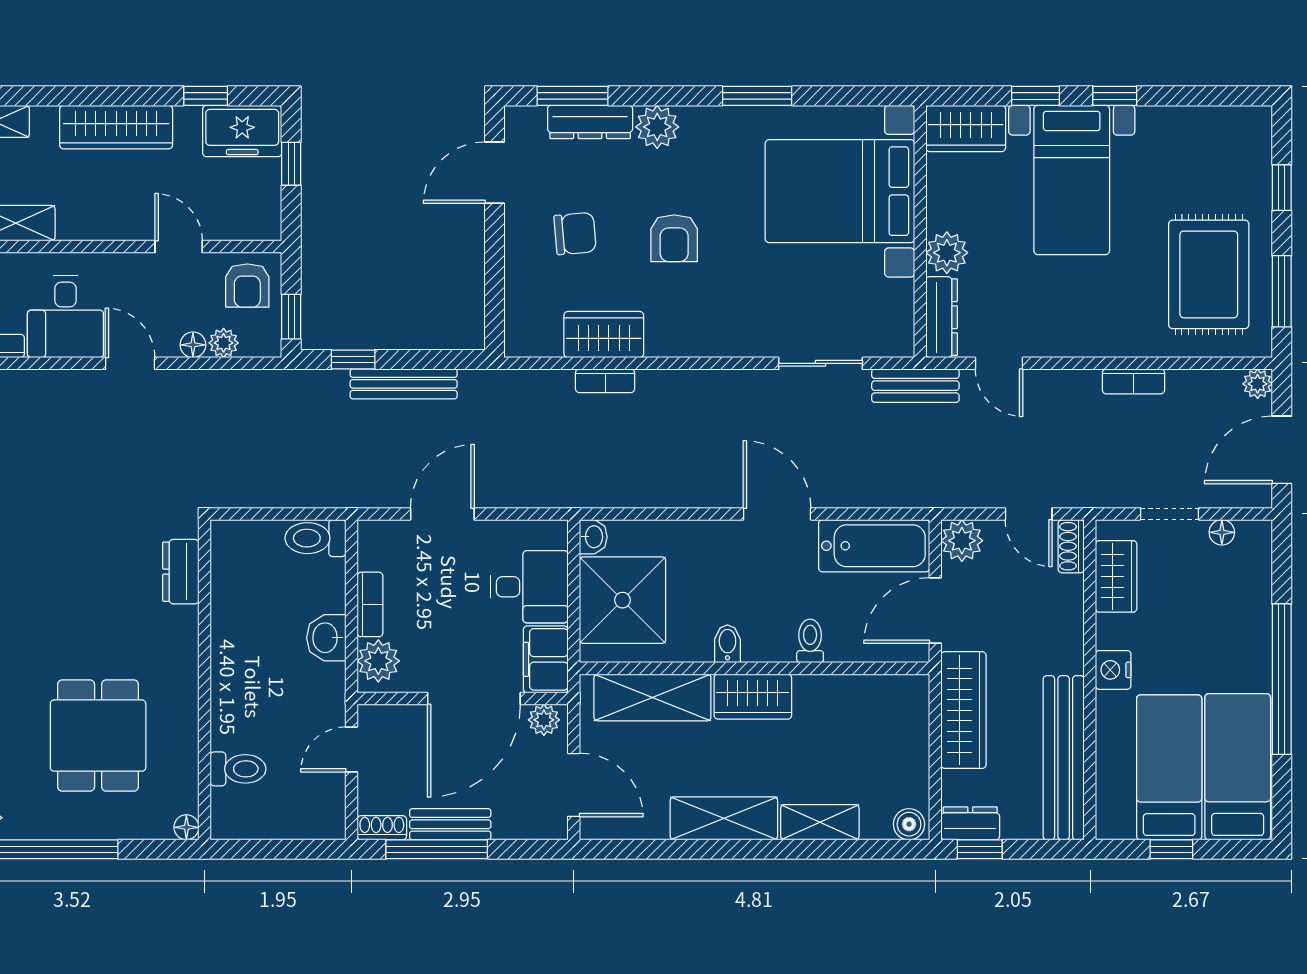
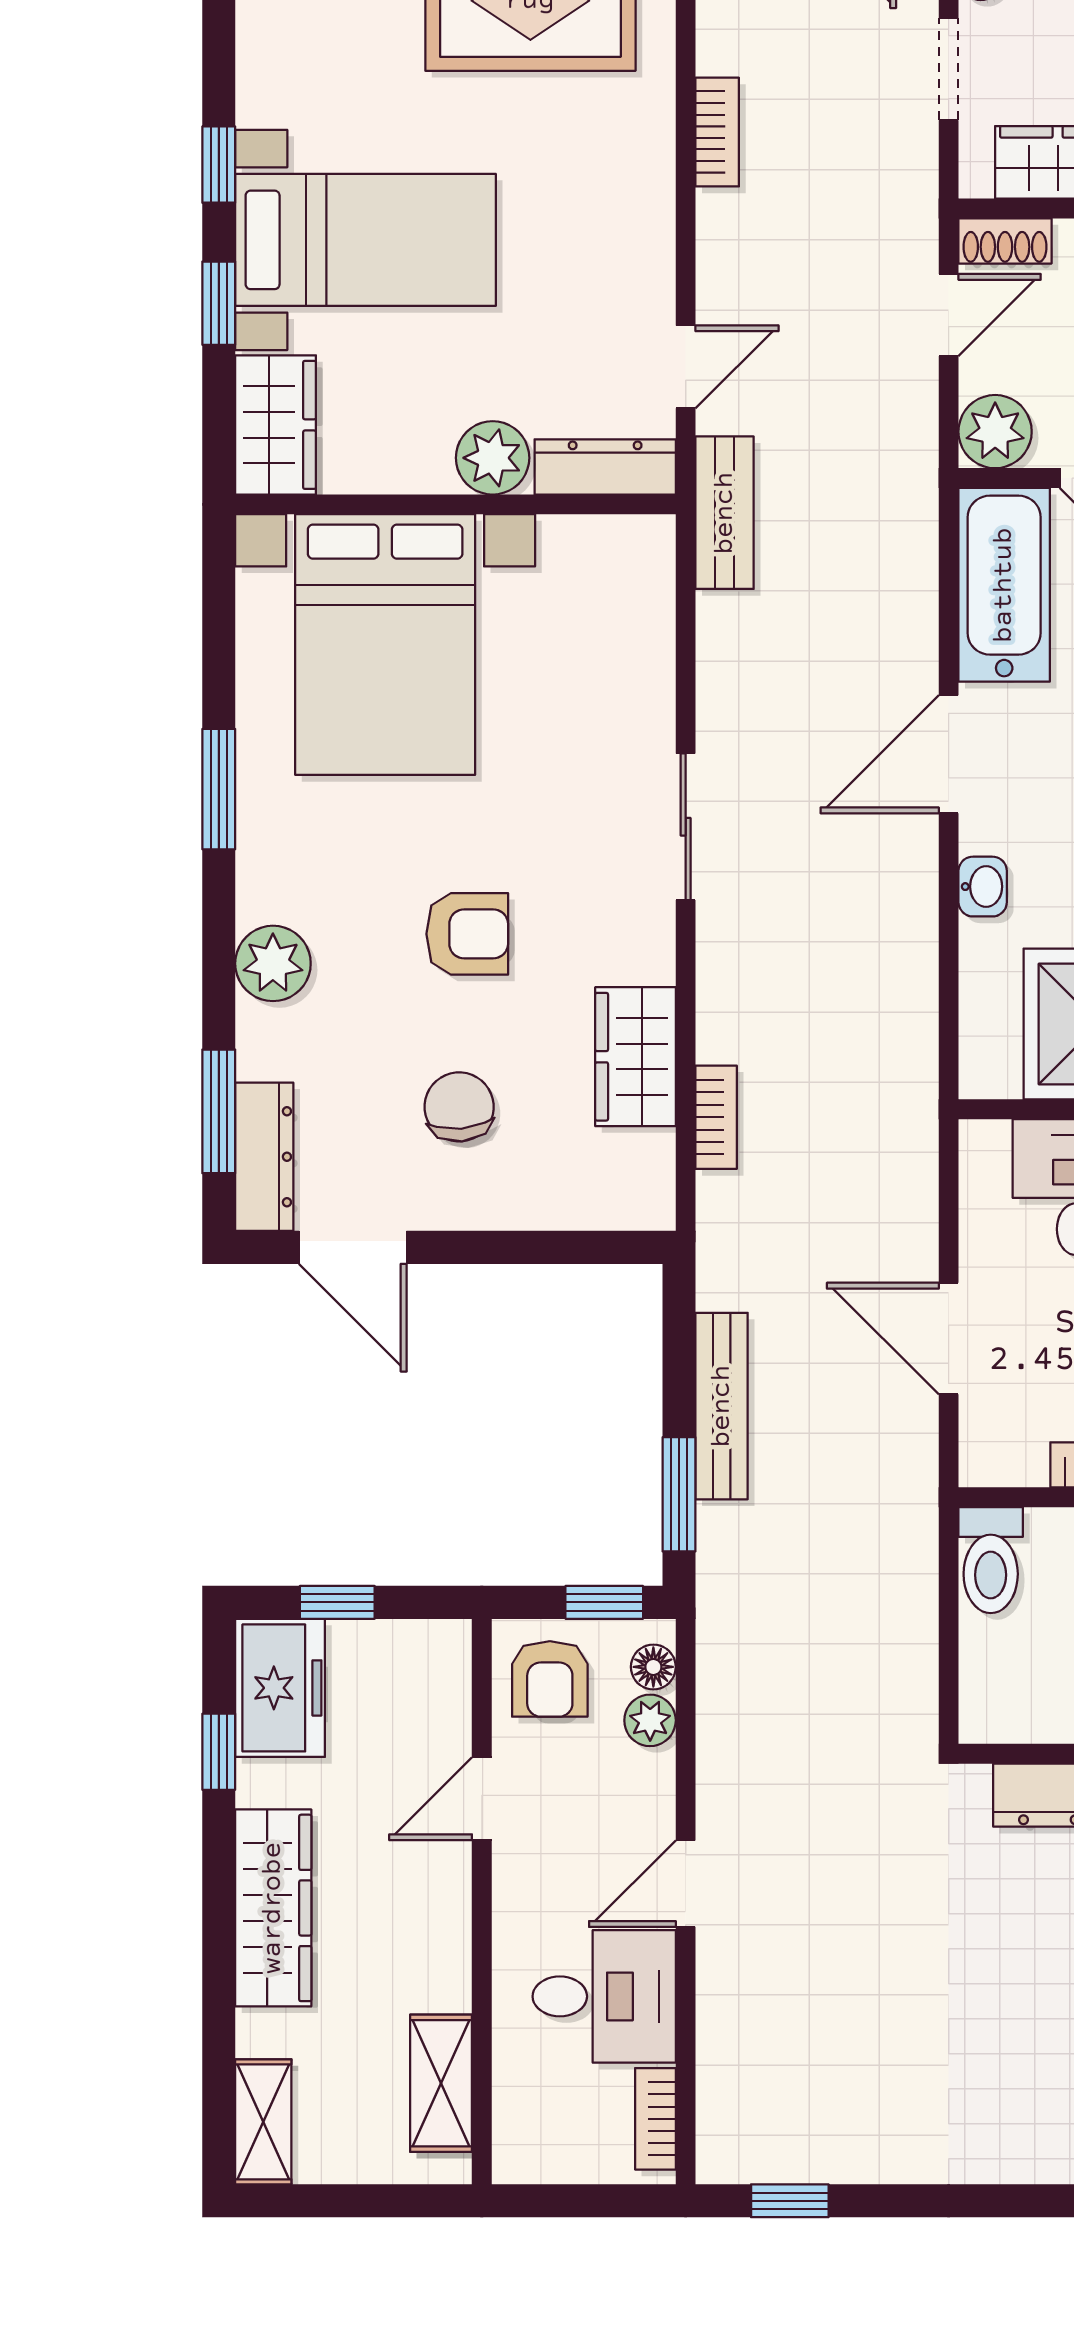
dresser: (590, 122) -> (264, 1157), moved
armchair: (247, 286) -> (550, 1679), turned 90
floor lamp: (193, 345) -> (653, 1667), moved
window: (353, 360) -> (679, 1494), width x1.50
sliding door: (821, 363) -> (686, 827), moved
bookcase: (605, 381) -> (716, 1117), moved
washbasin: (593, 537) -> (983, 887), moved, turned 90

